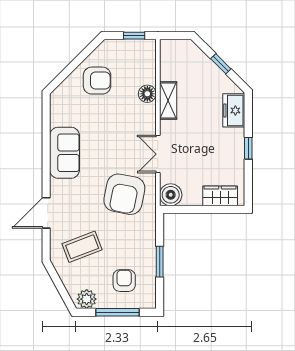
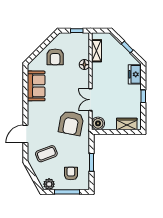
armchair: (97, 81) -> (55, 57), turned 90
shelving: (168, 100) -> (97, 51), moved
sofa: (65, 153) -> (36, 86), moved

